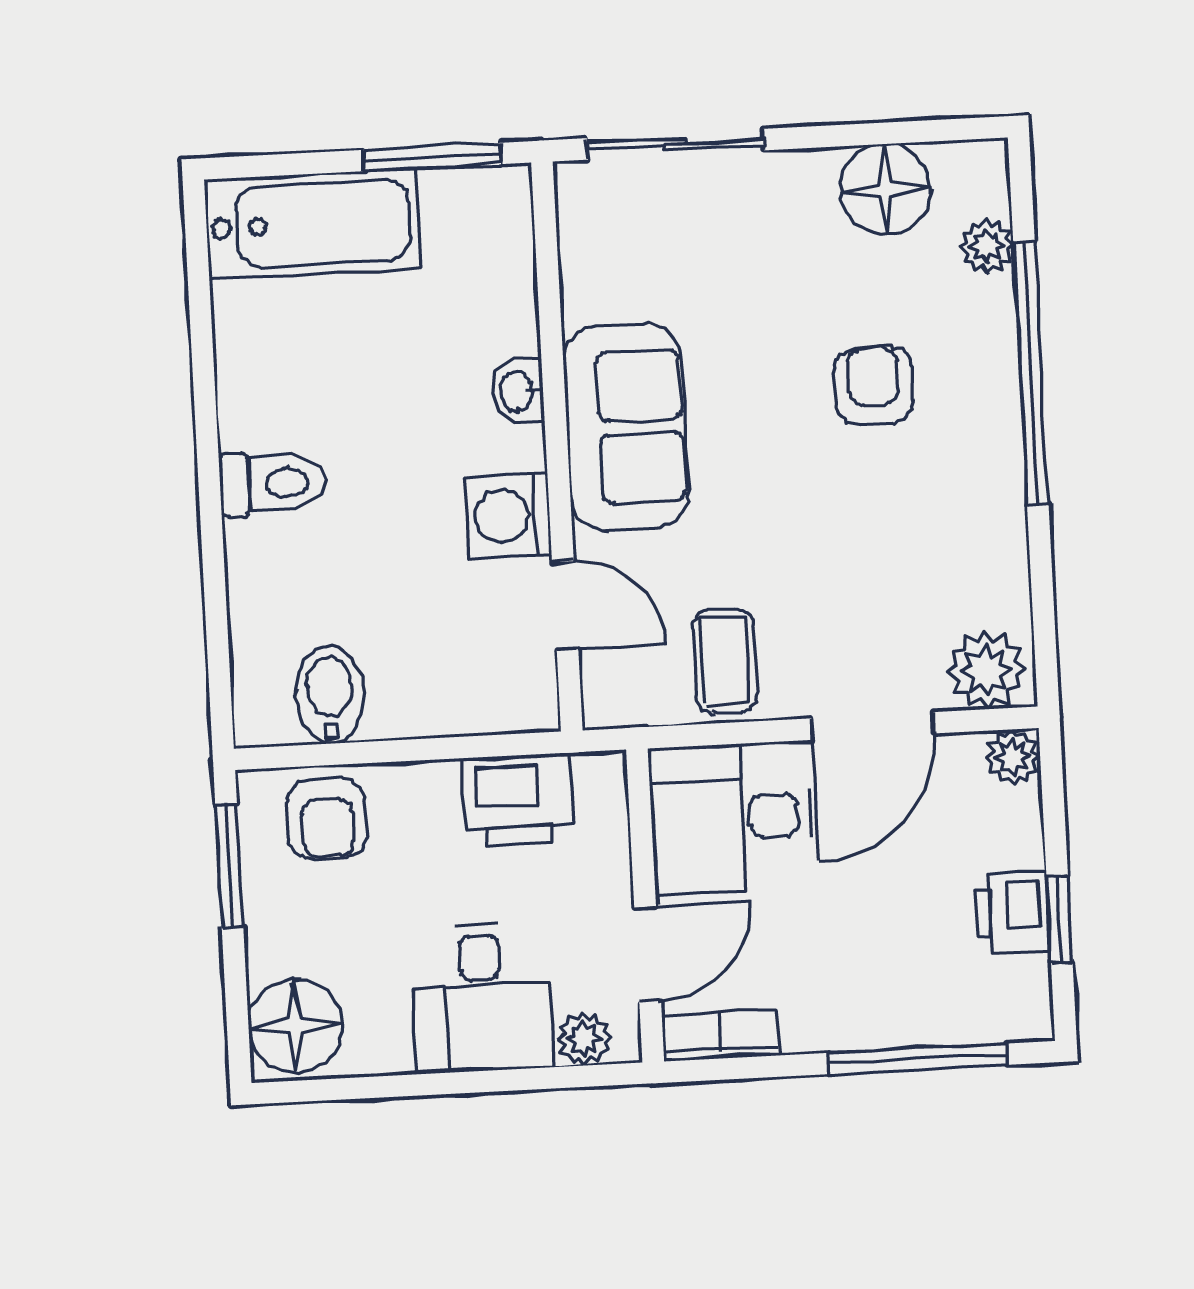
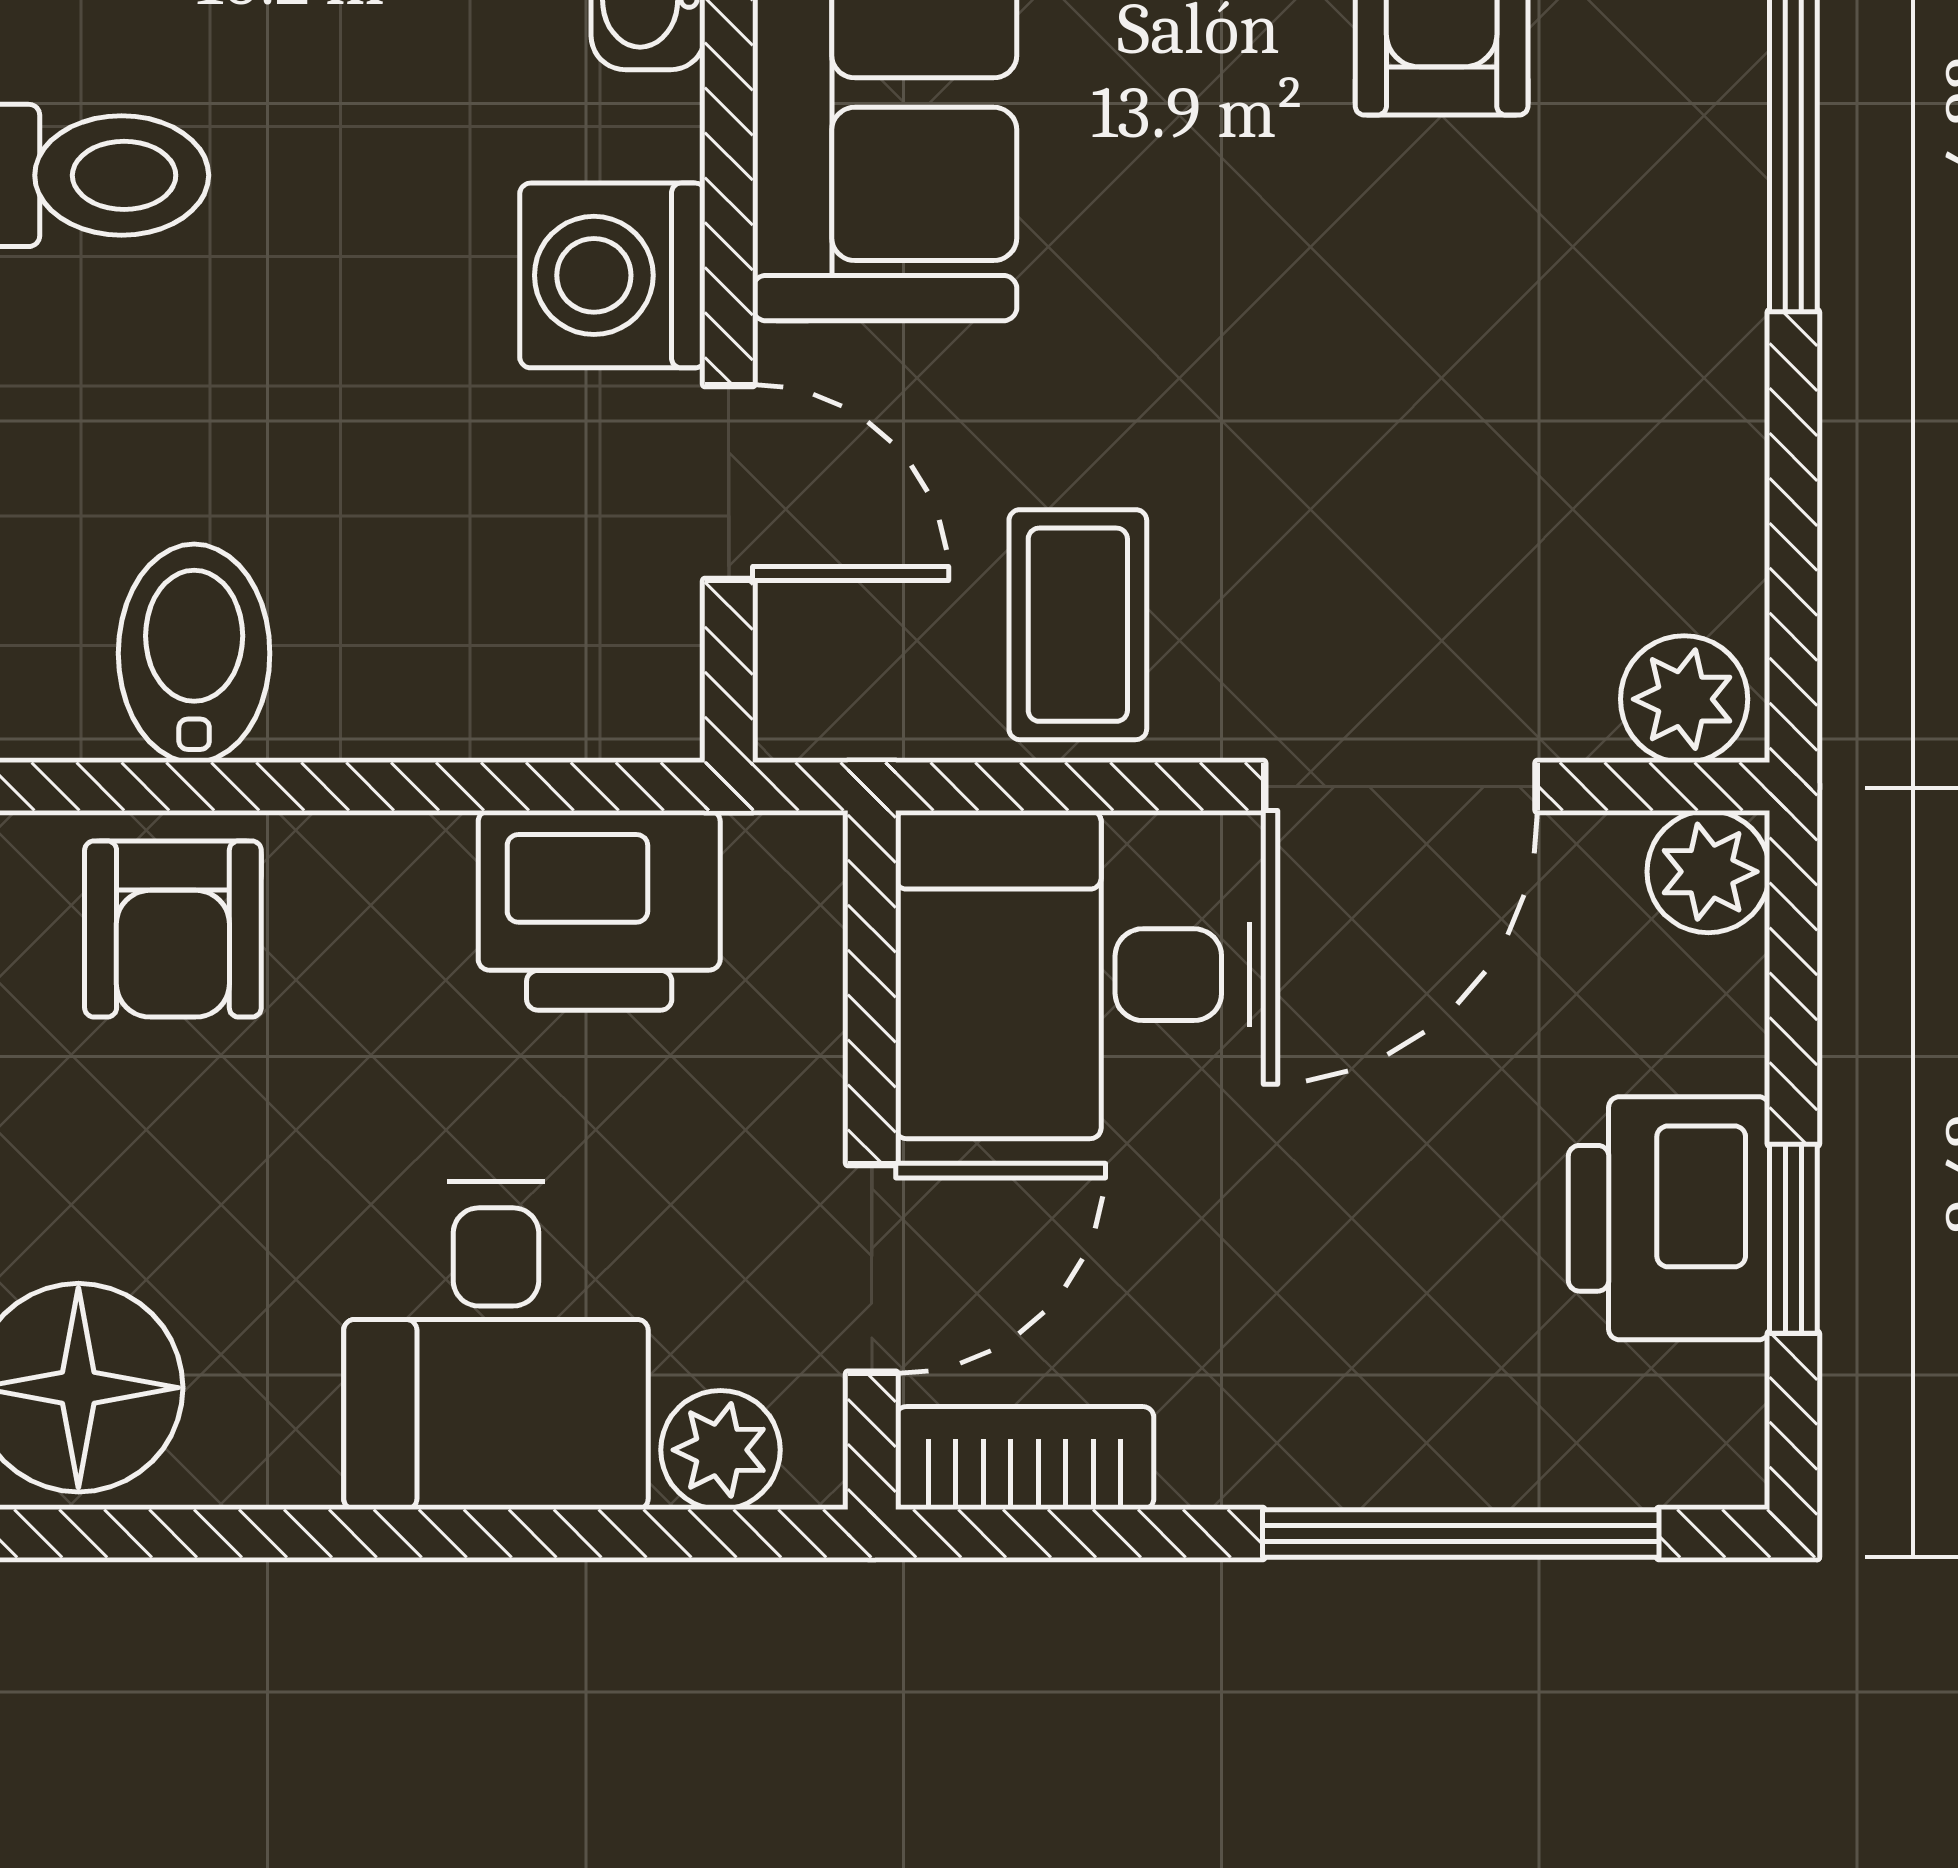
plant: (987, 670) -> (1684, 699), width x0.73, depth x0.73
printer: (1012, 912) -> (1669, 1218), width x1.36, depth x1.24

